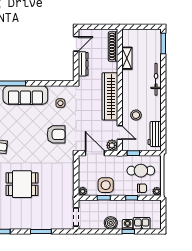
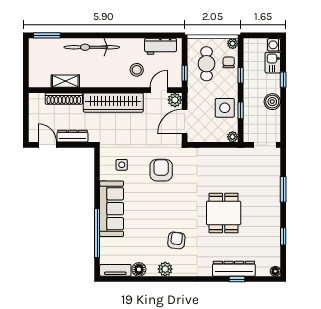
shoe rack: (113, 46) -> (64, 99), moved
bicycle: (156, 79) -> (92, 47), width x1.37, depth x1.40
washing machine: (128, 224) -> (274, 45), moved

